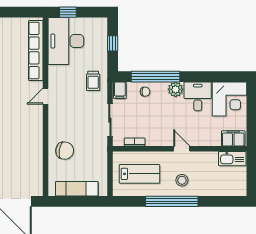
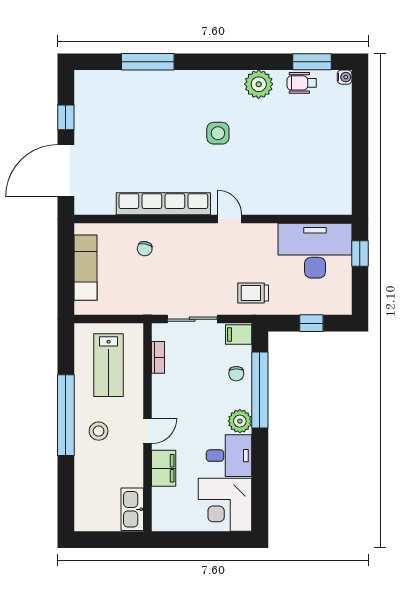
row of seats: (36, 51) -> (163, 204), moved
filing cabinet: (233, 138) -> (164, 468), moved
chair: (65, 151) -> (145, 249), width x0.54, depth x0.54

